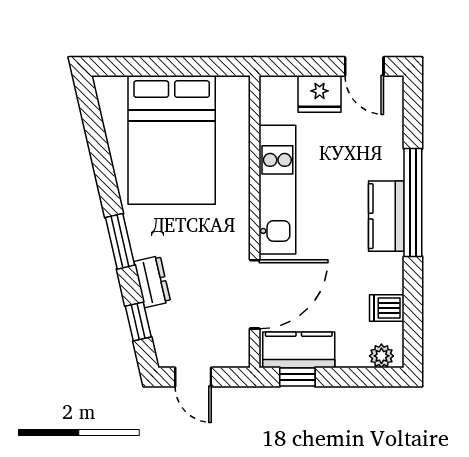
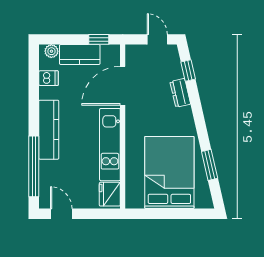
fridge: (320, 94) -> (110, 194), moved, turned -90
window: (413, 203) -> (34, 166), moved
kitchen counter: (386, 216) -> (49, 130), width x1.50
window: (120, 241) -> (210, 165), moved
kitchen counter: (299, 350) -> (80, 55), moved

